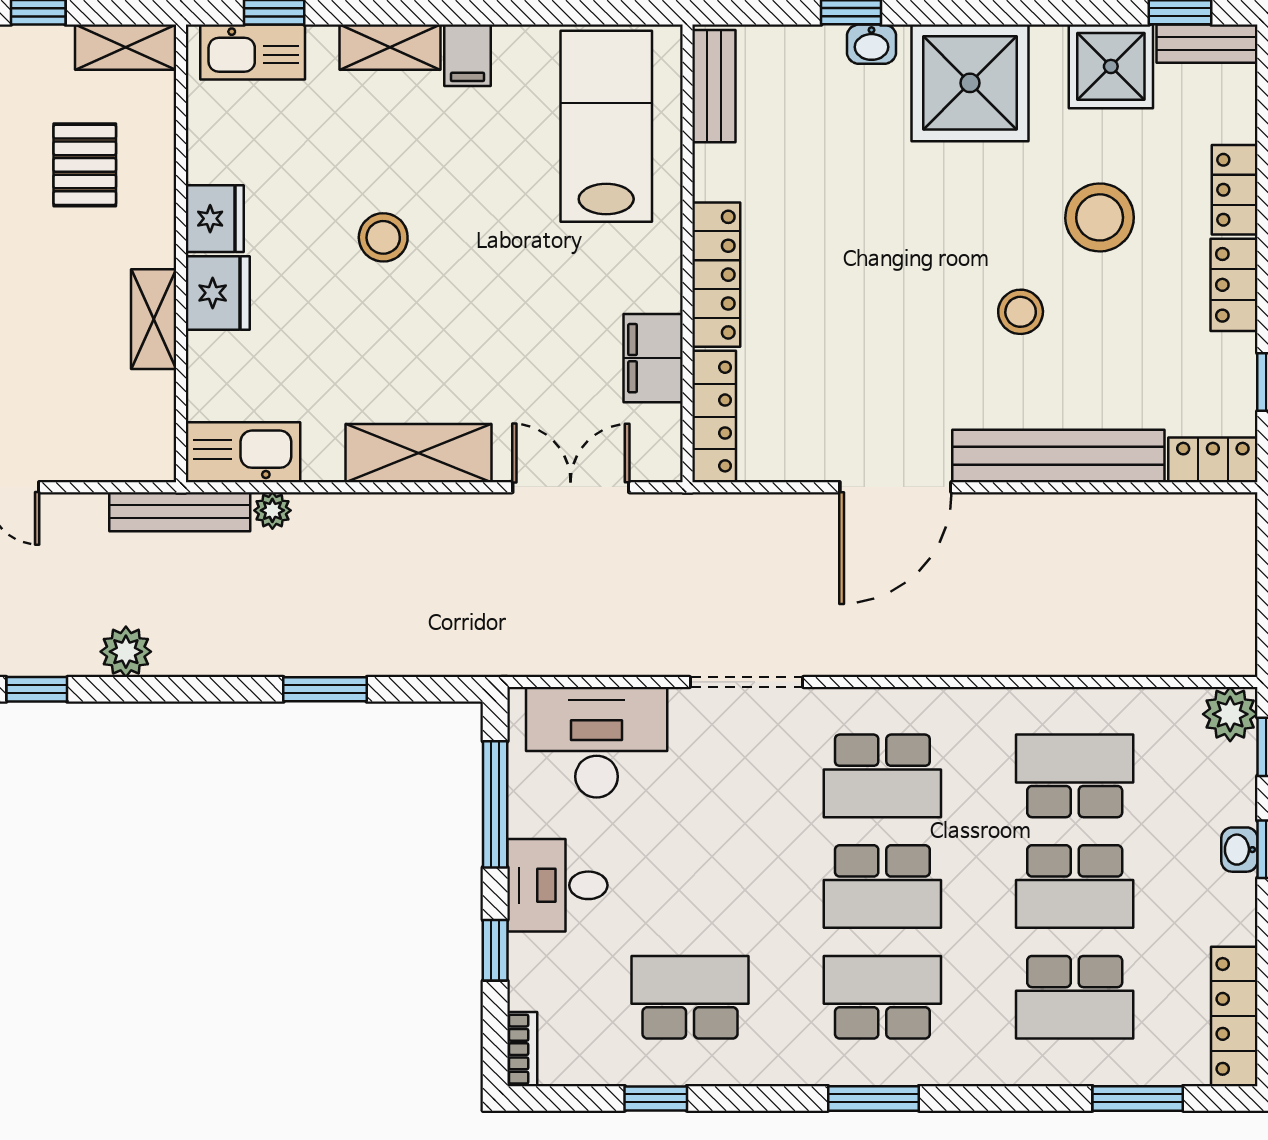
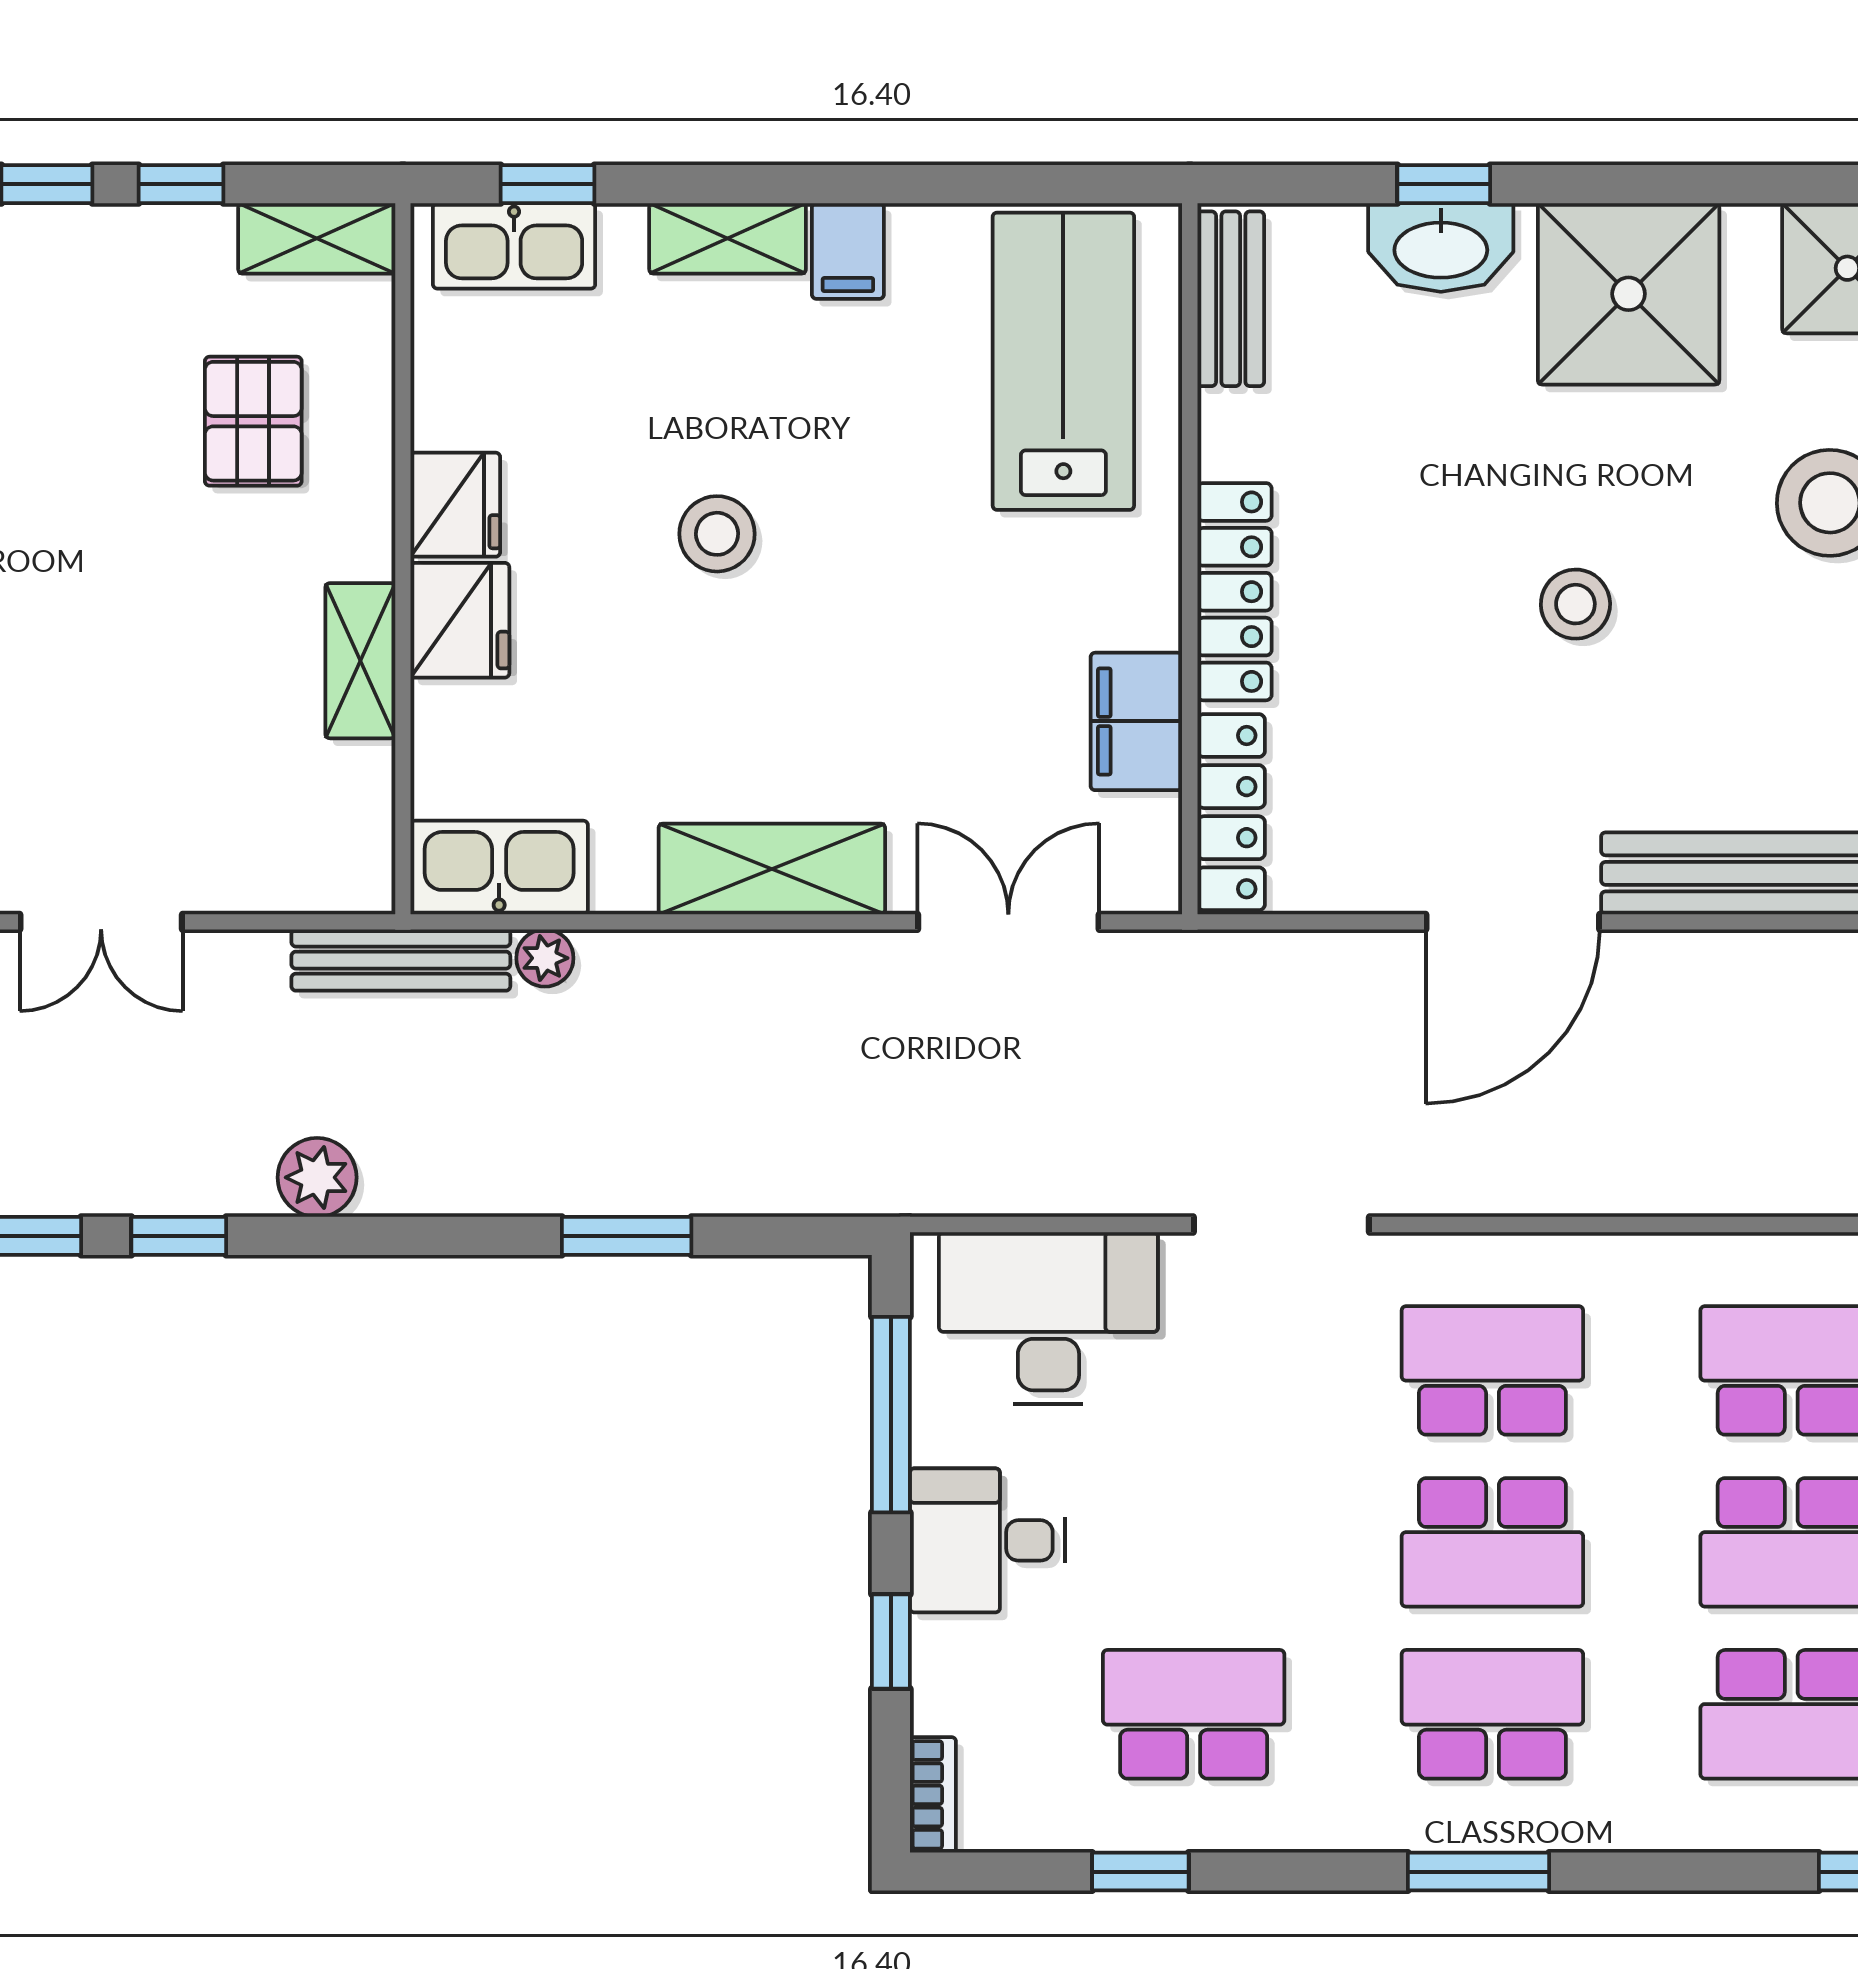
washbasin: (871, 44) -> (1441, 247), width x1.91, depth x1.45
stool: (1021, 312) -> (1575, 604), moved
school desk: (882, 776) -> (1492, 1370), turned 180

